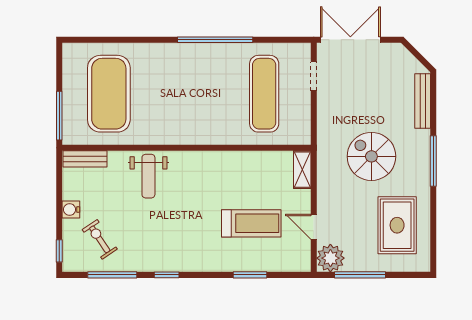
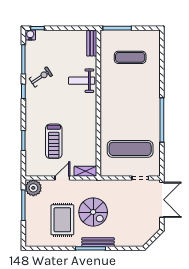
exercise mat: (109, 94) -> (130, 57), width x0.50, depth x0.69
bench: (423, 101) -> (98, 242), moved
spiral stairs: (371, 156) -> (93, 212), turned 90
water cooler: (71, 209) -> (30, 35), moved
rug: (397, 225) -> (62, 220), moved, turned 90
door: (314, 227) -> (62, 178), moved
exercise bike: (100, 239) -> (41, 77), moved

